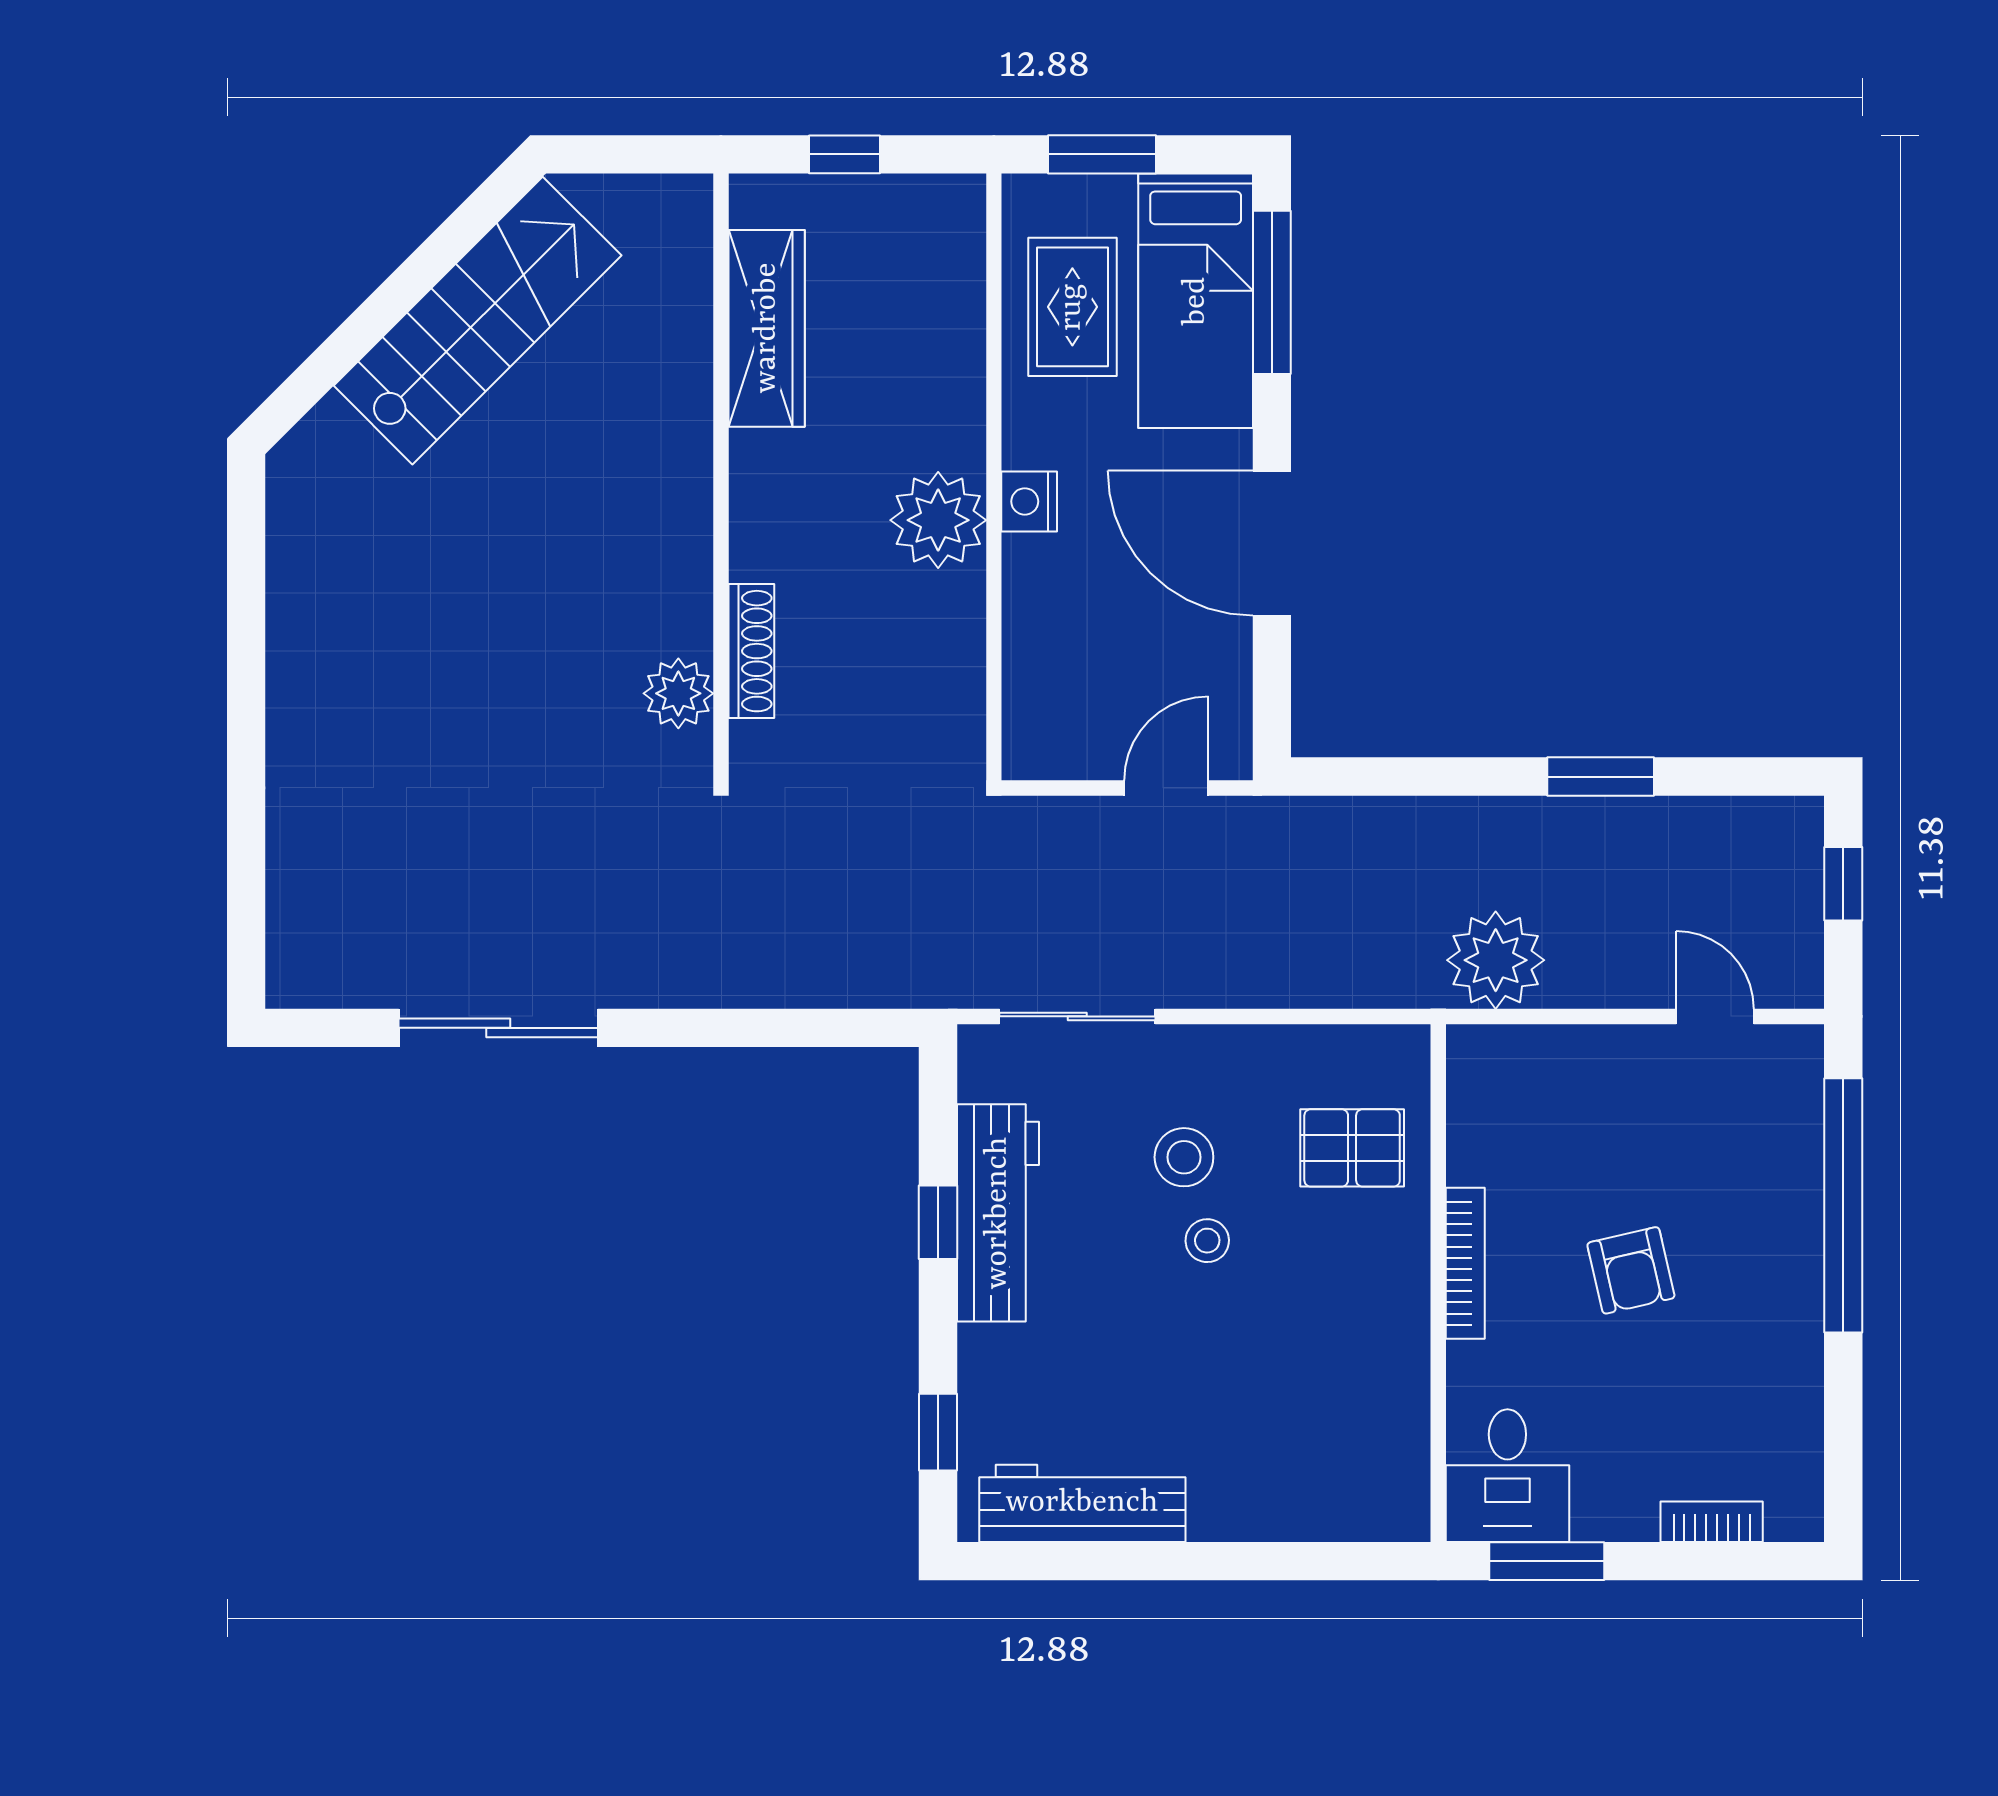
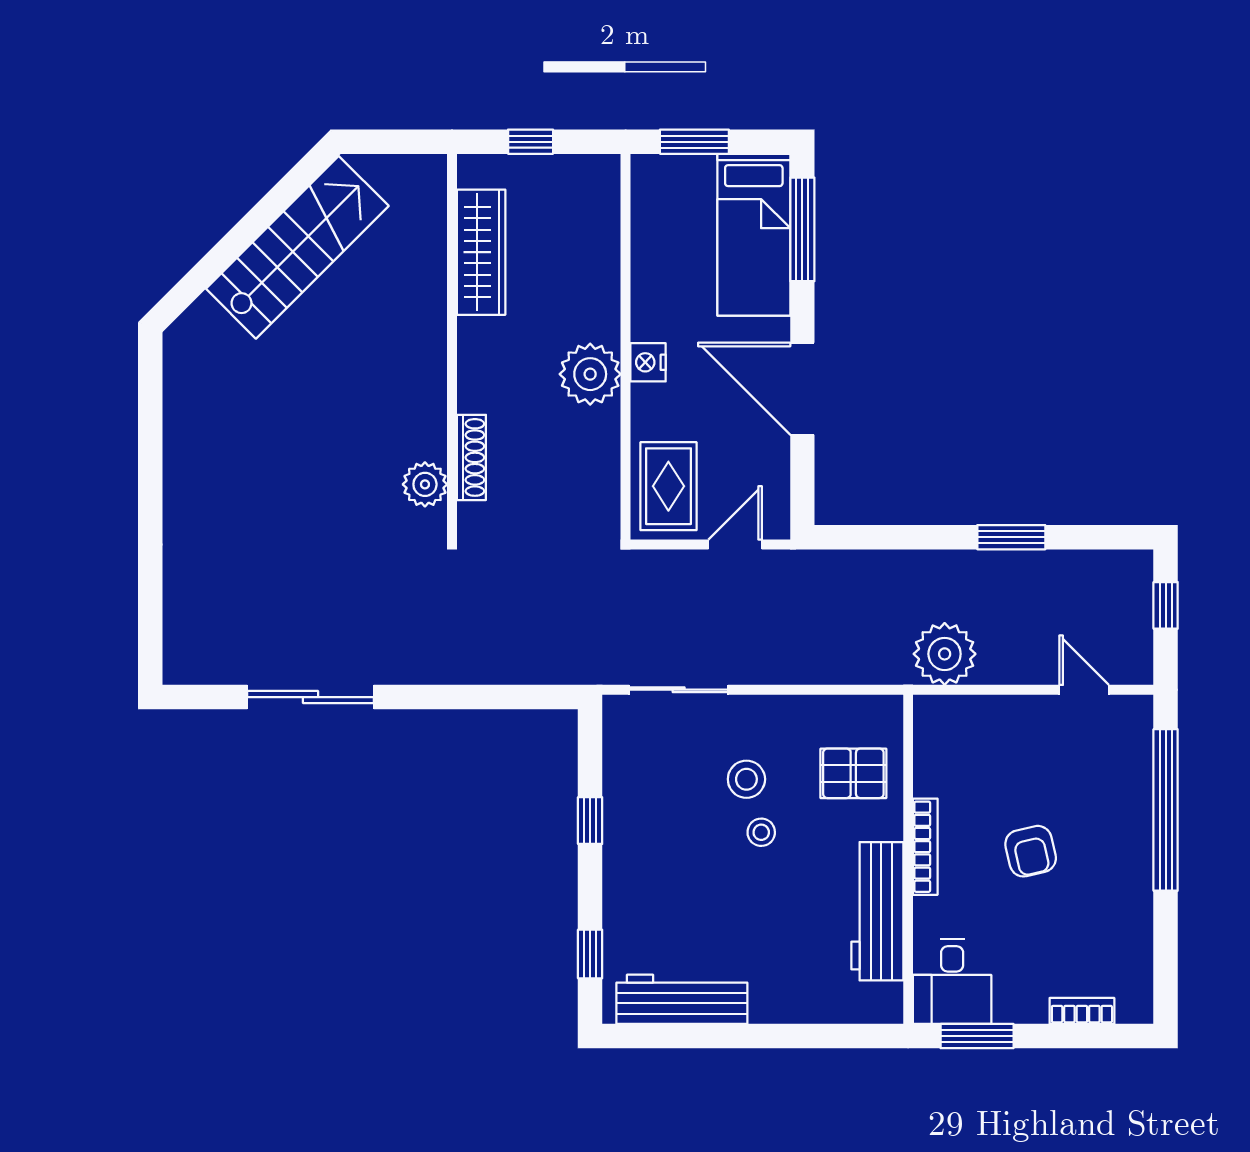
rug: (1072, 307) -> (668, 486), moved
workbench: (998, 1213) -> (877, 911), moved, turned 180

